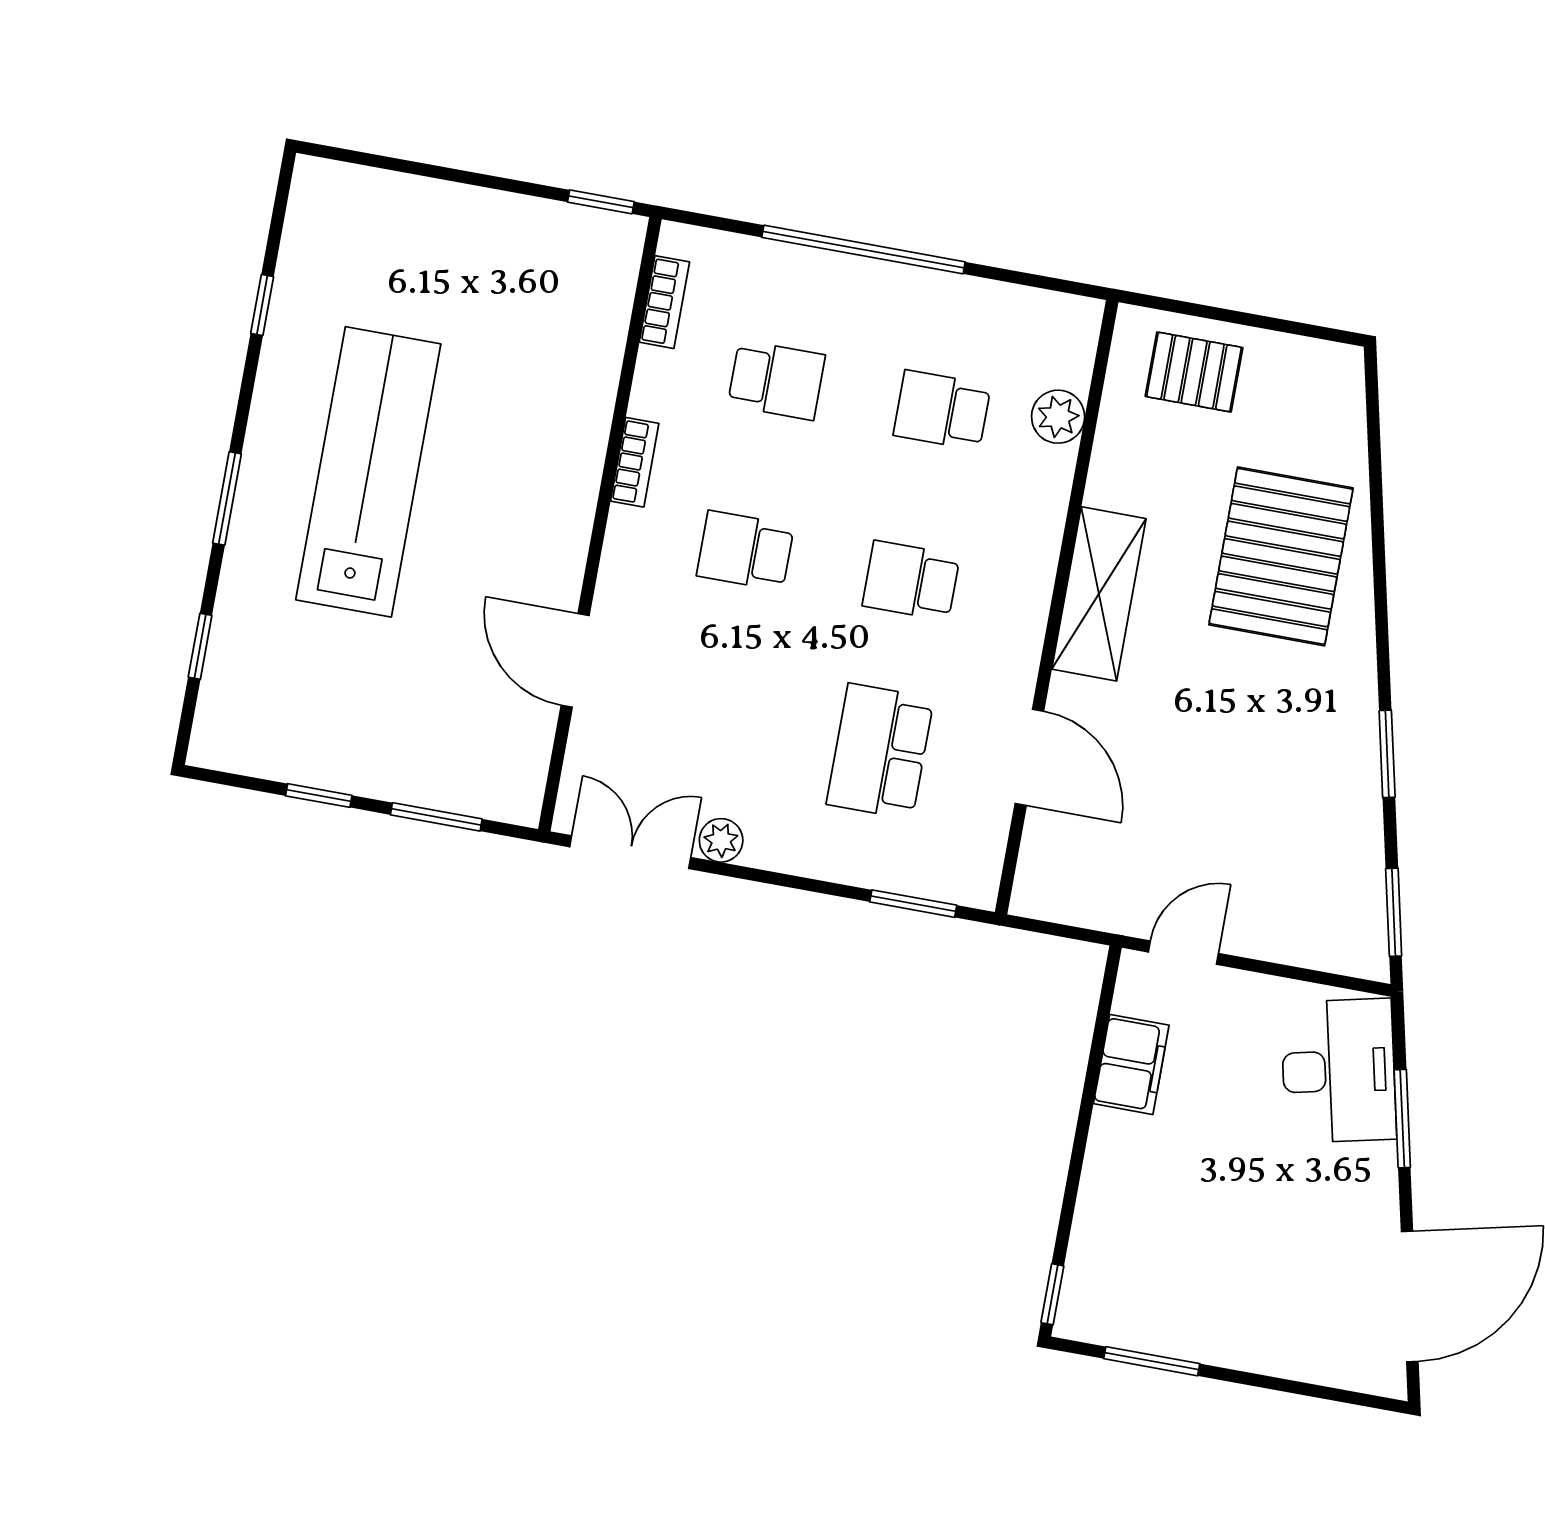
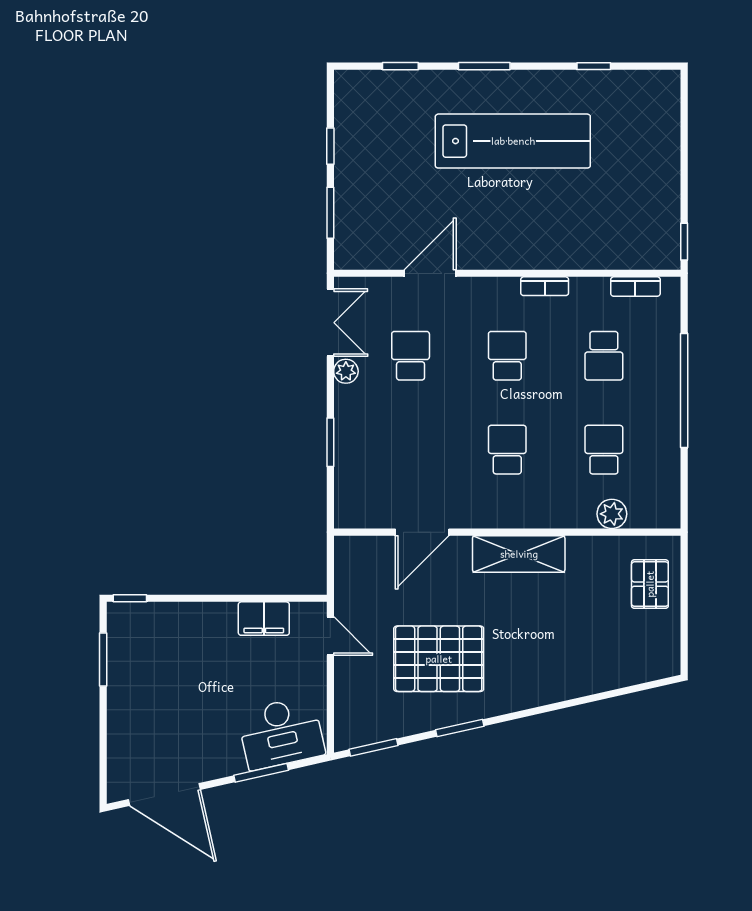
pallet: (1281, 556) -> (439, 659), moved
school desk: (880, 751) -> (411, 356), moved, width x0.54
window: (913, 904) -> (330, 442), moved

